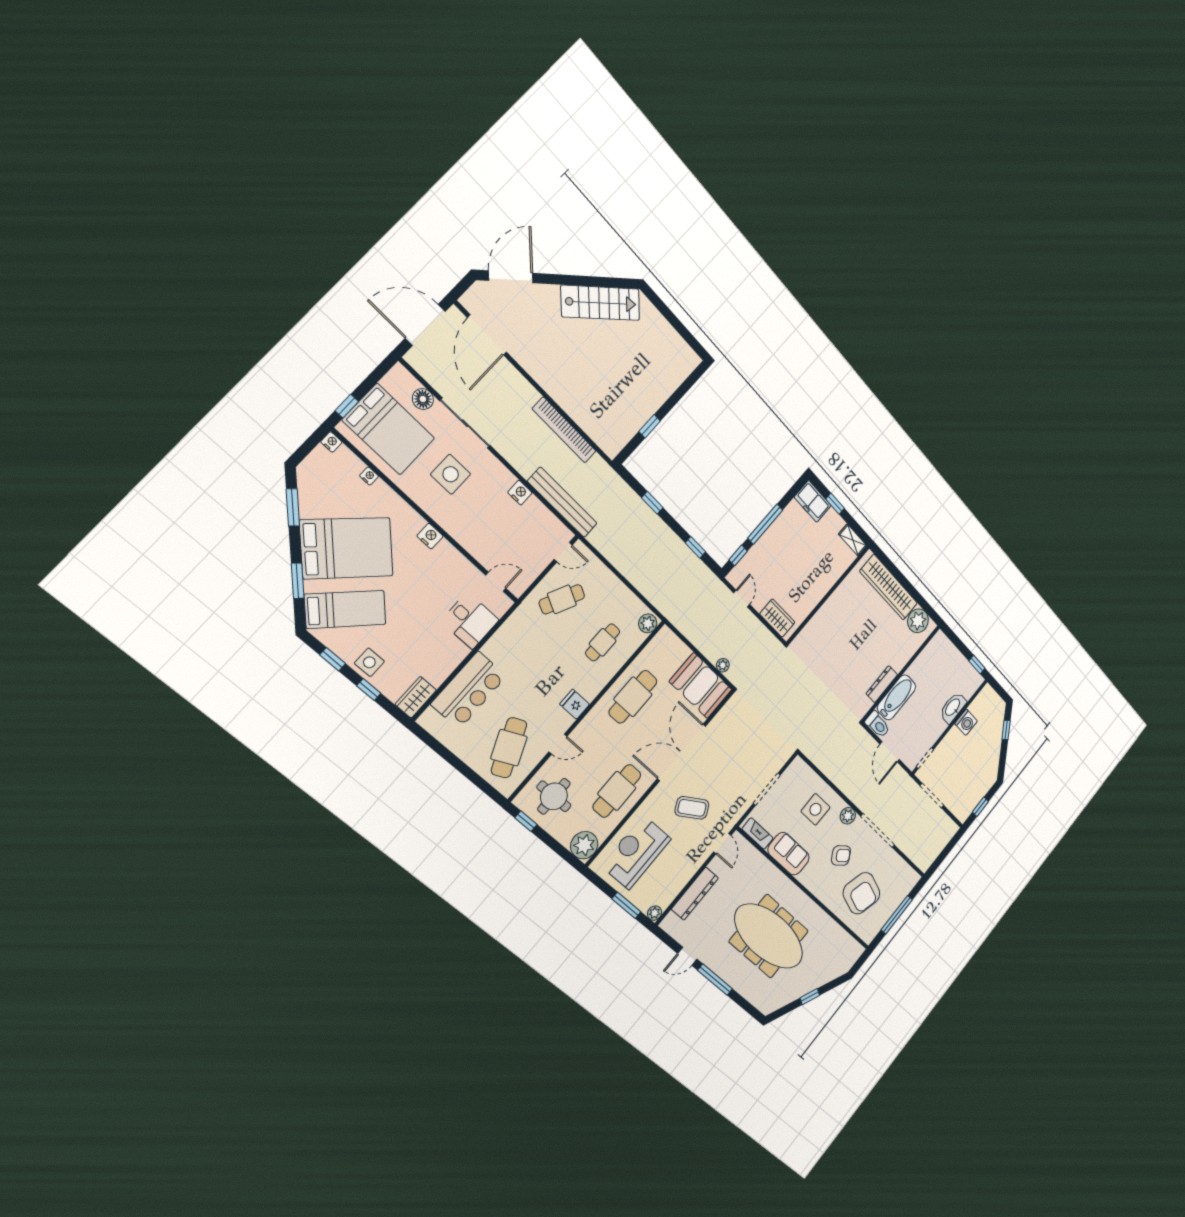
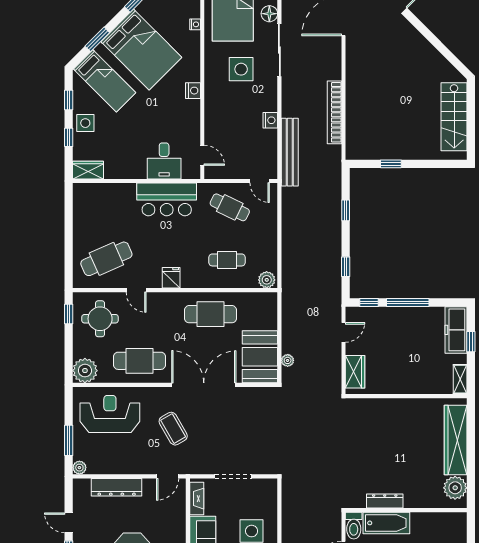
stairs: (601, 303) -> (454, 117), moved, turned 45
freezer: (813, 501) -> (456, 330), width x1.40
bar counter: (469, 690) -> (167, 199), moved

